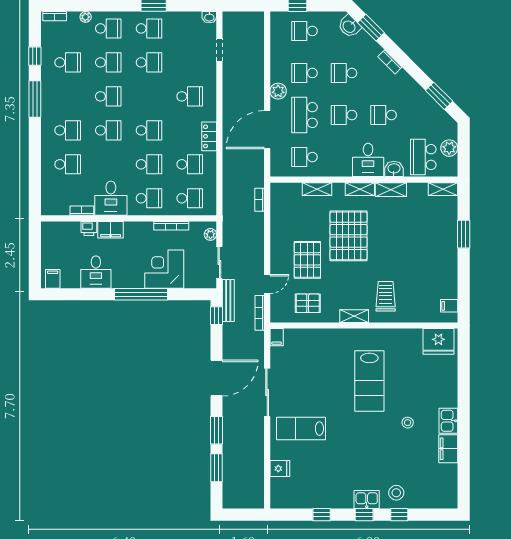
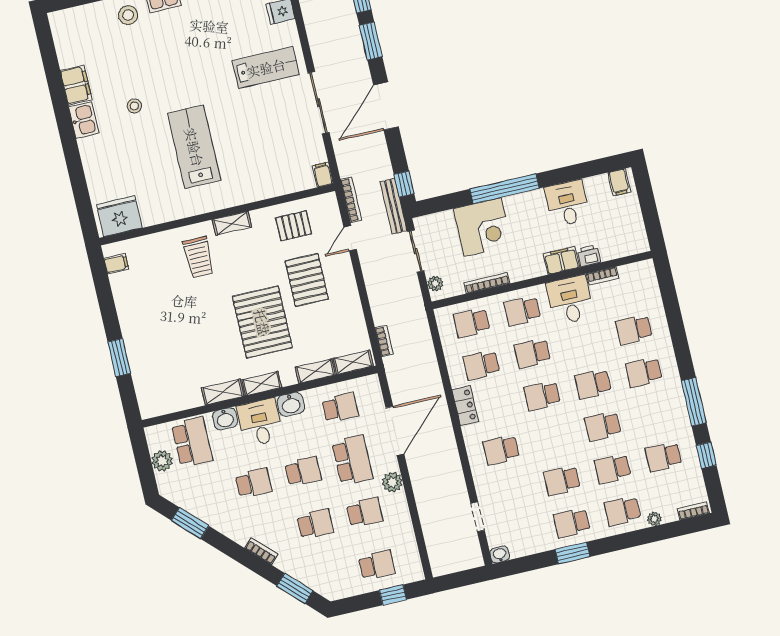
washbasin: (349, 26) -> (291, 404), moved, turned 135
shelving: (443, 189) -> (353, 362), moved

